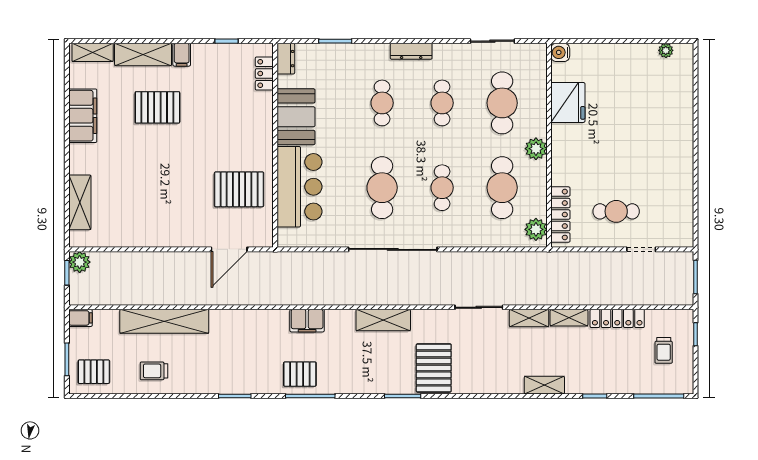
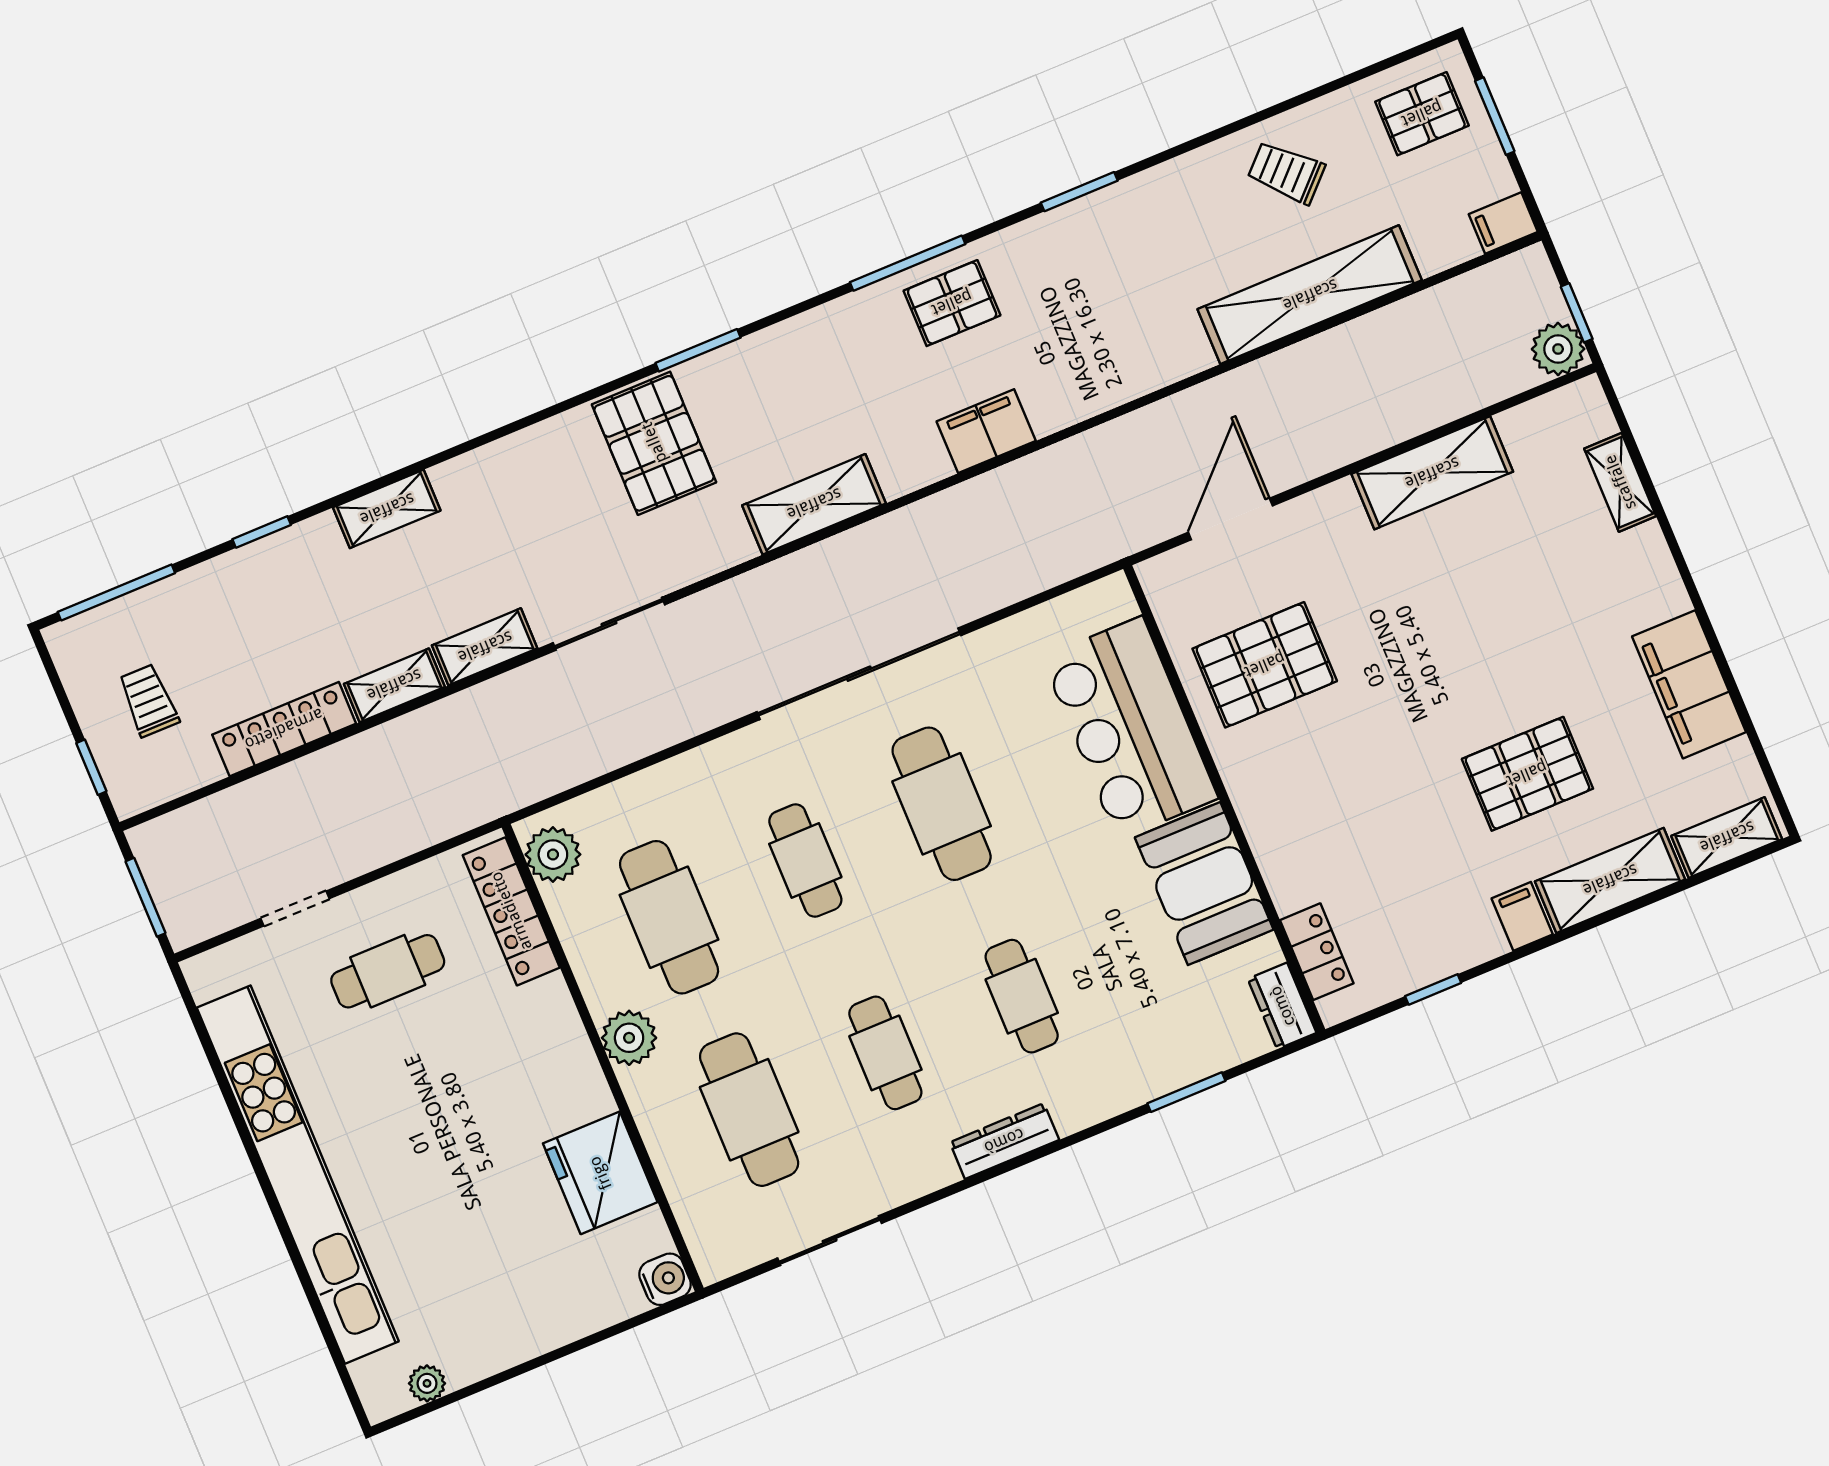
kitchen unit: (682, 149) -> (298, 1175), added
shelving: (80, 202) -> (1620, 482), width x0.67, depth x0.75
shelving: (146, 235) -> (1432, 473), added
trolley: (154, 371) -> (1286, 172), turned -135

